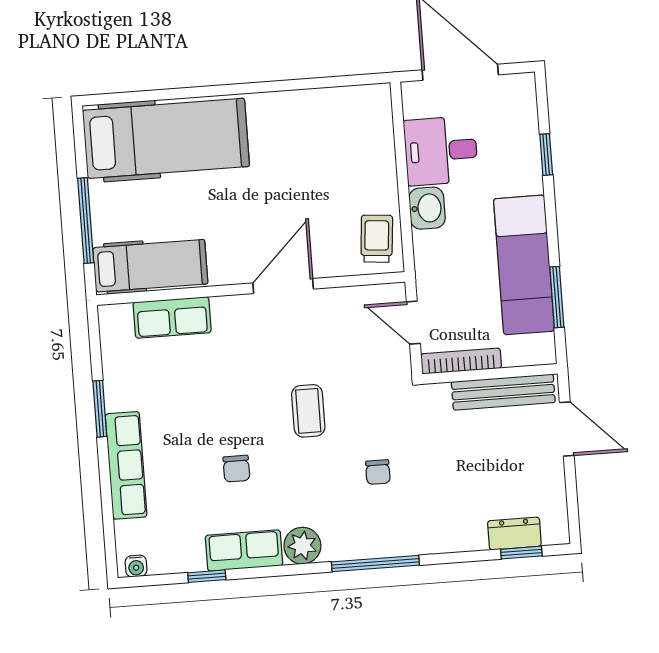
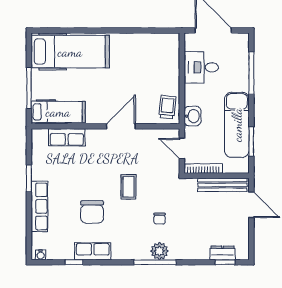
window: (546, 155) -> (251, 73), width x2.17
washbasin: (427, 208) -> (193, 116), moved
chair: (236, 469) -> (92, 212), width x1.87, depth x1.87
plant: (302, 546) -> (159, 251), moved

